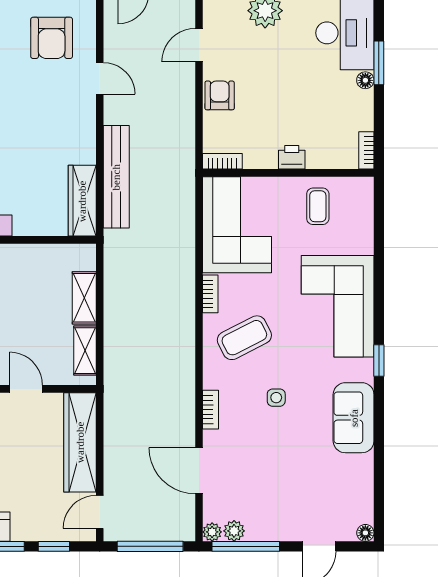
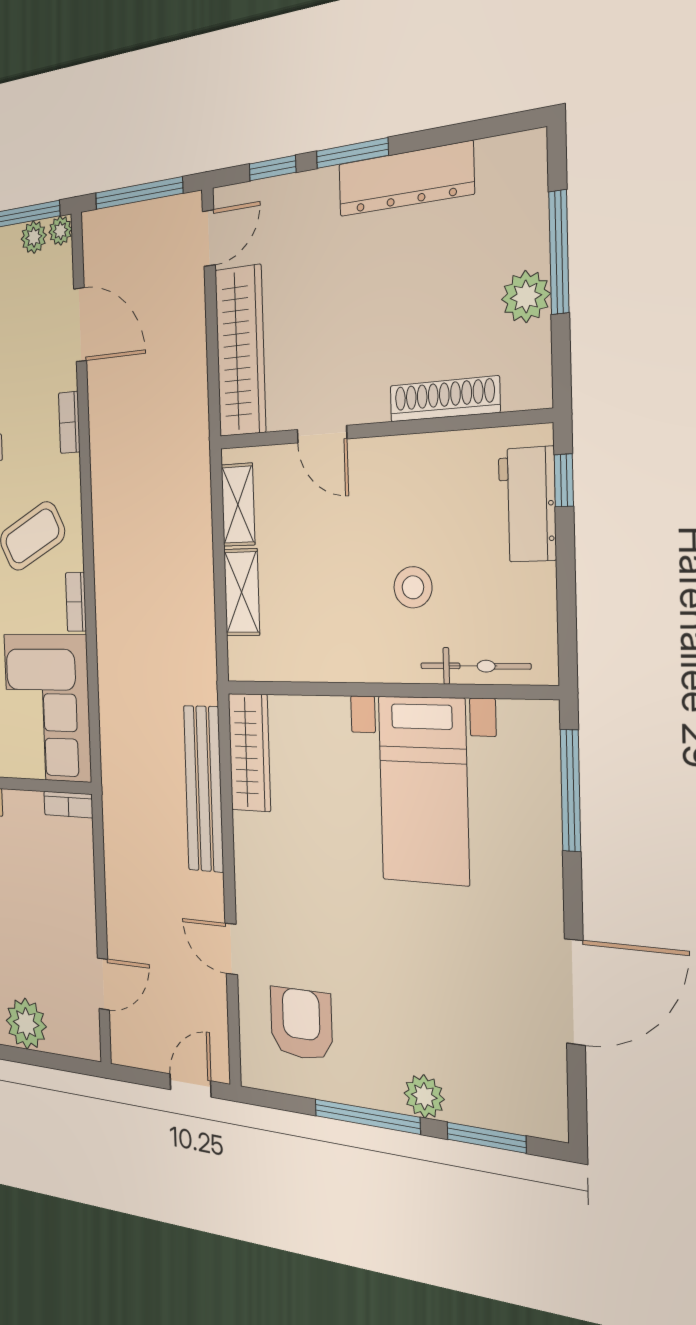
armchair: (220, 95) -> (75, 905), removed

